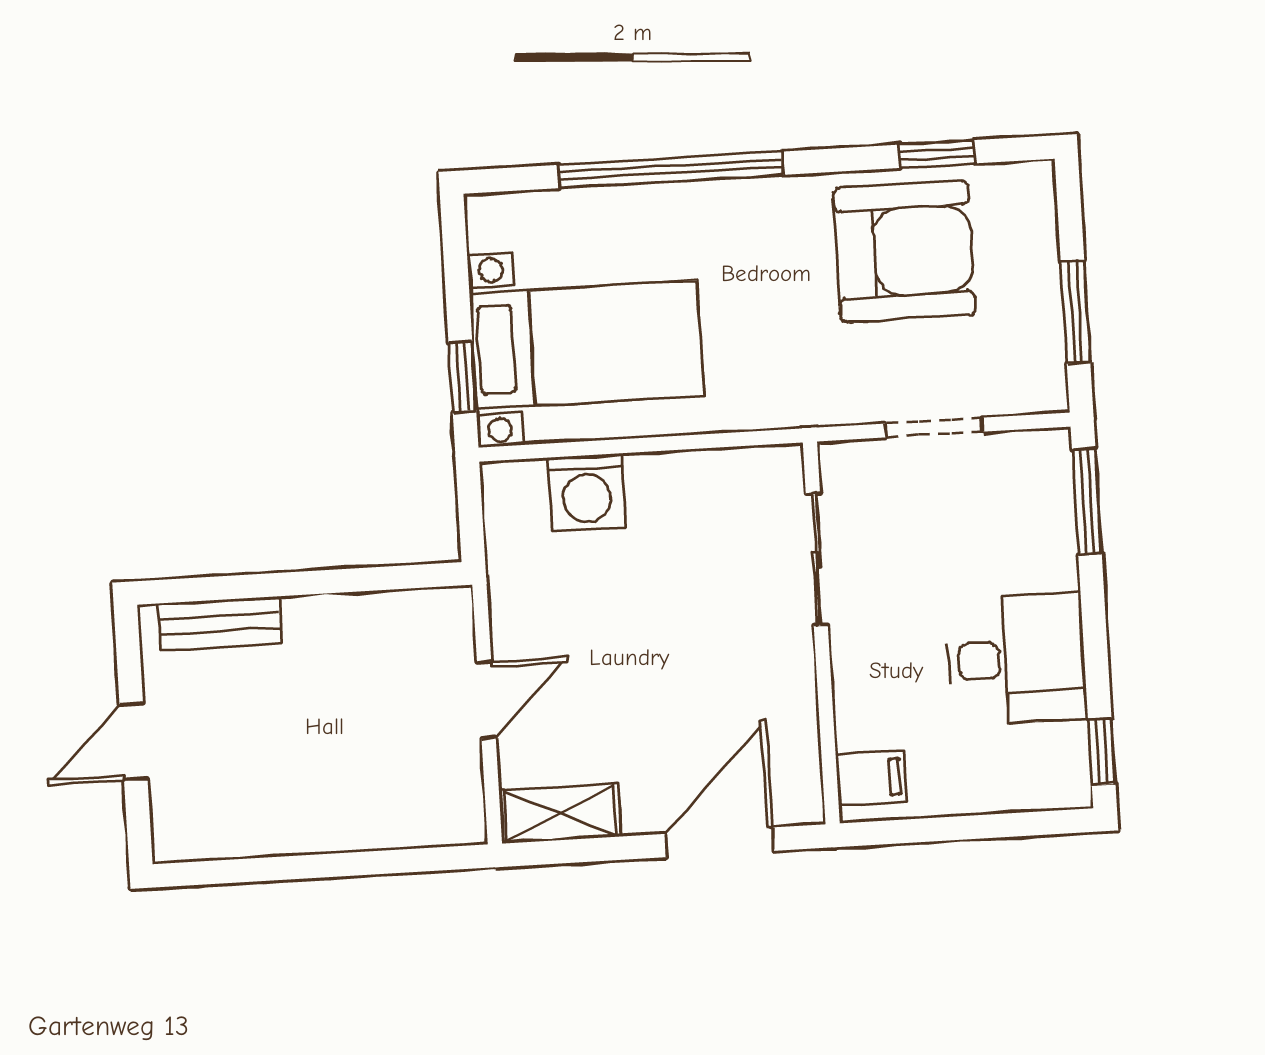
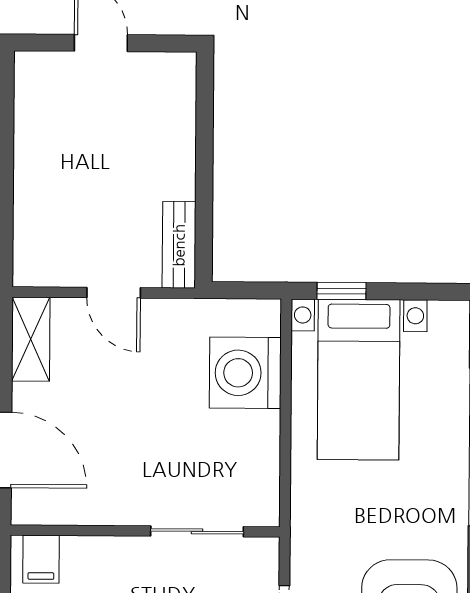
washing machine: (587, 492) -> (245, 373), width x1.37, depth x1.37
bench: (220, 623) -> (179, 245), moved

